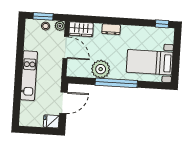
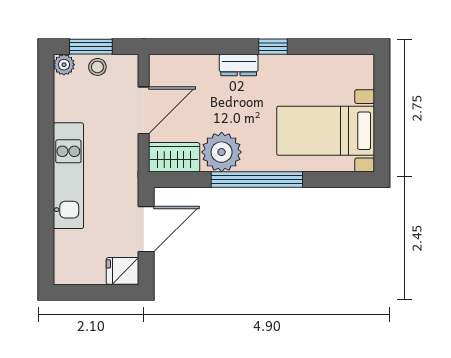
window: (162, 24) -> (273, 47), moved
plant: (60, 26) -> (64, 65), moved
wardrobe: (81, 29) -> (174, 157), moved, turned 180
door: (66, 48) -> (144, 110), hinge flipped

